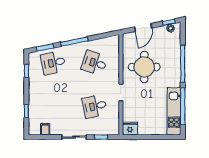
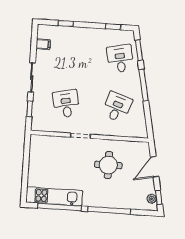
door: (143, 27) -> (155, 167), hinge flipped
round table: (144, 67) -> (108, 165), width x0.73, depth x0.73
fridge: (130, 129) -> (37, 143), removed

